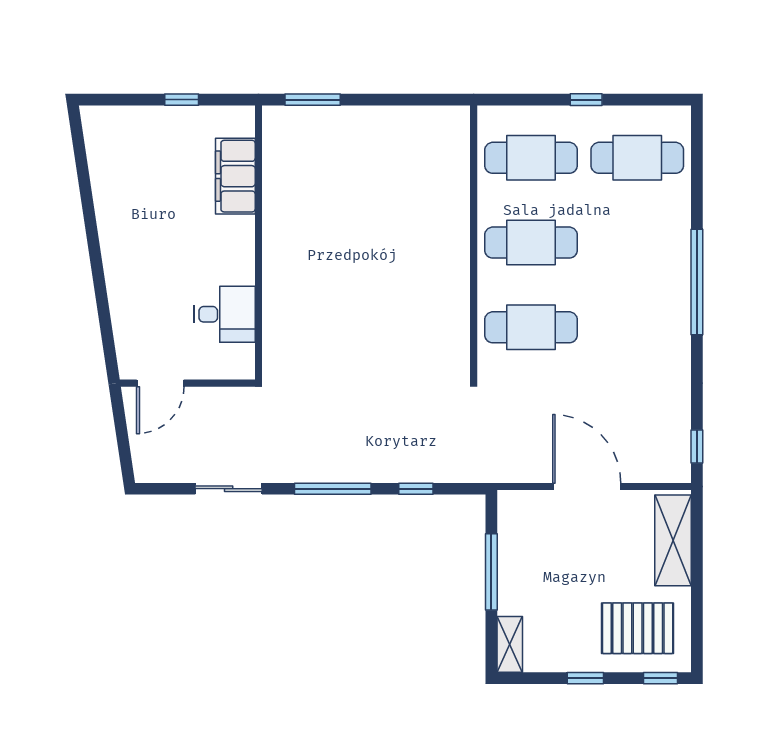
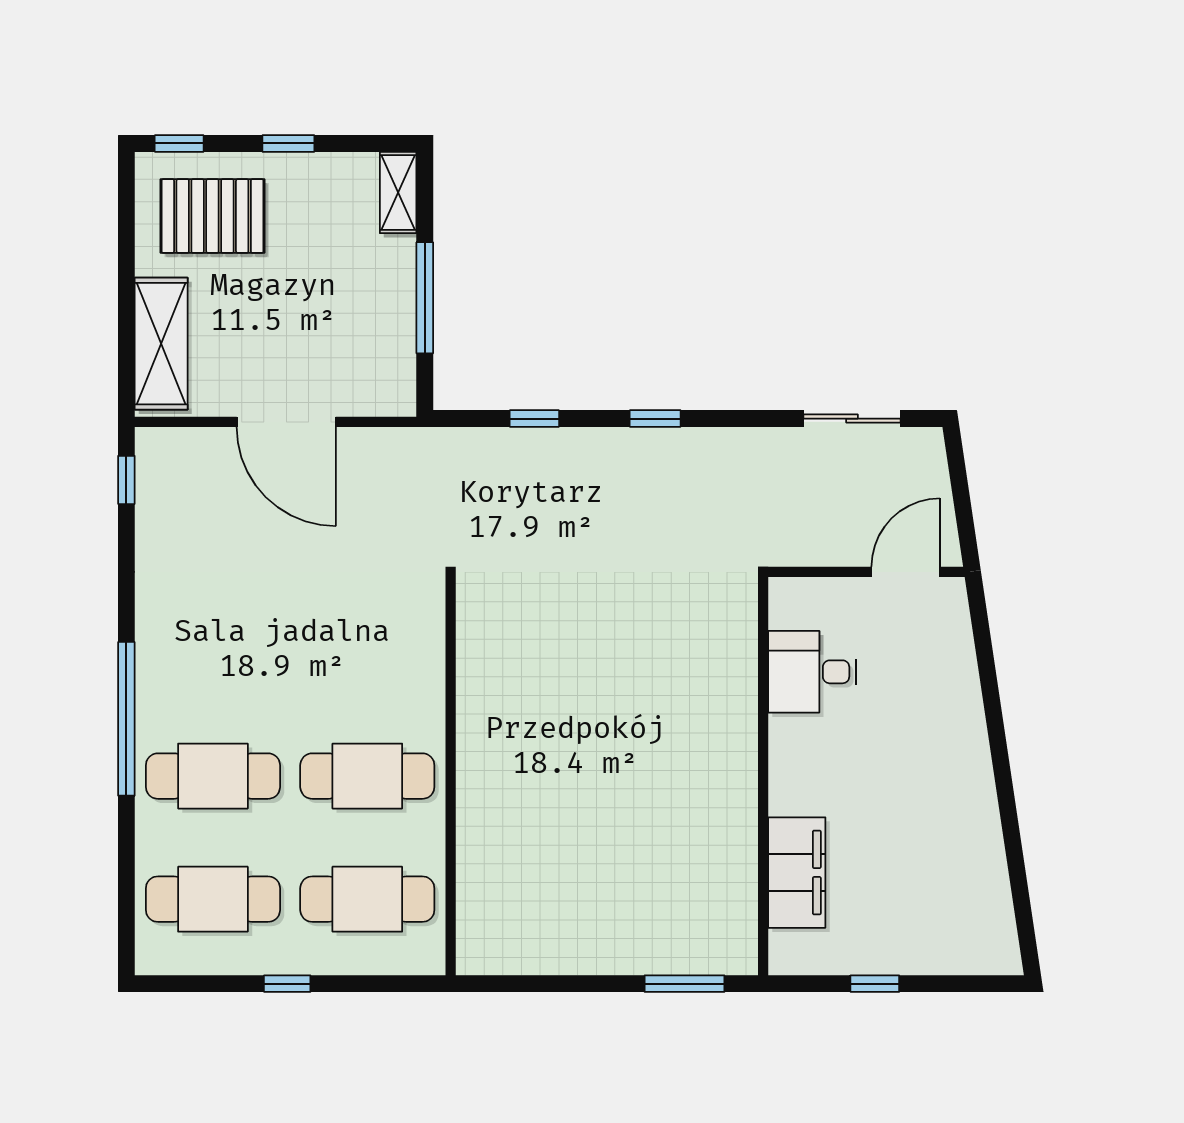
cafe table: (531, 327) -> (213, 776), moved
sliding door: (229, 489) -> (852, 419), moved
window: (333, 489) -> (655, 419), width x0.46

